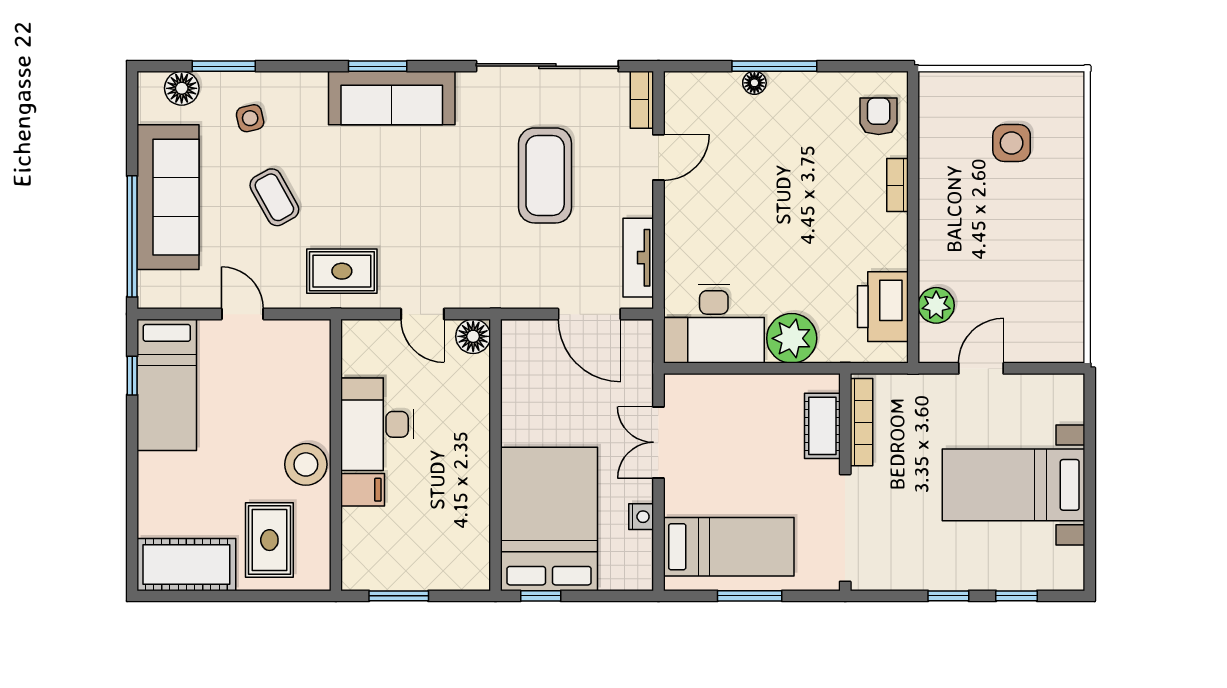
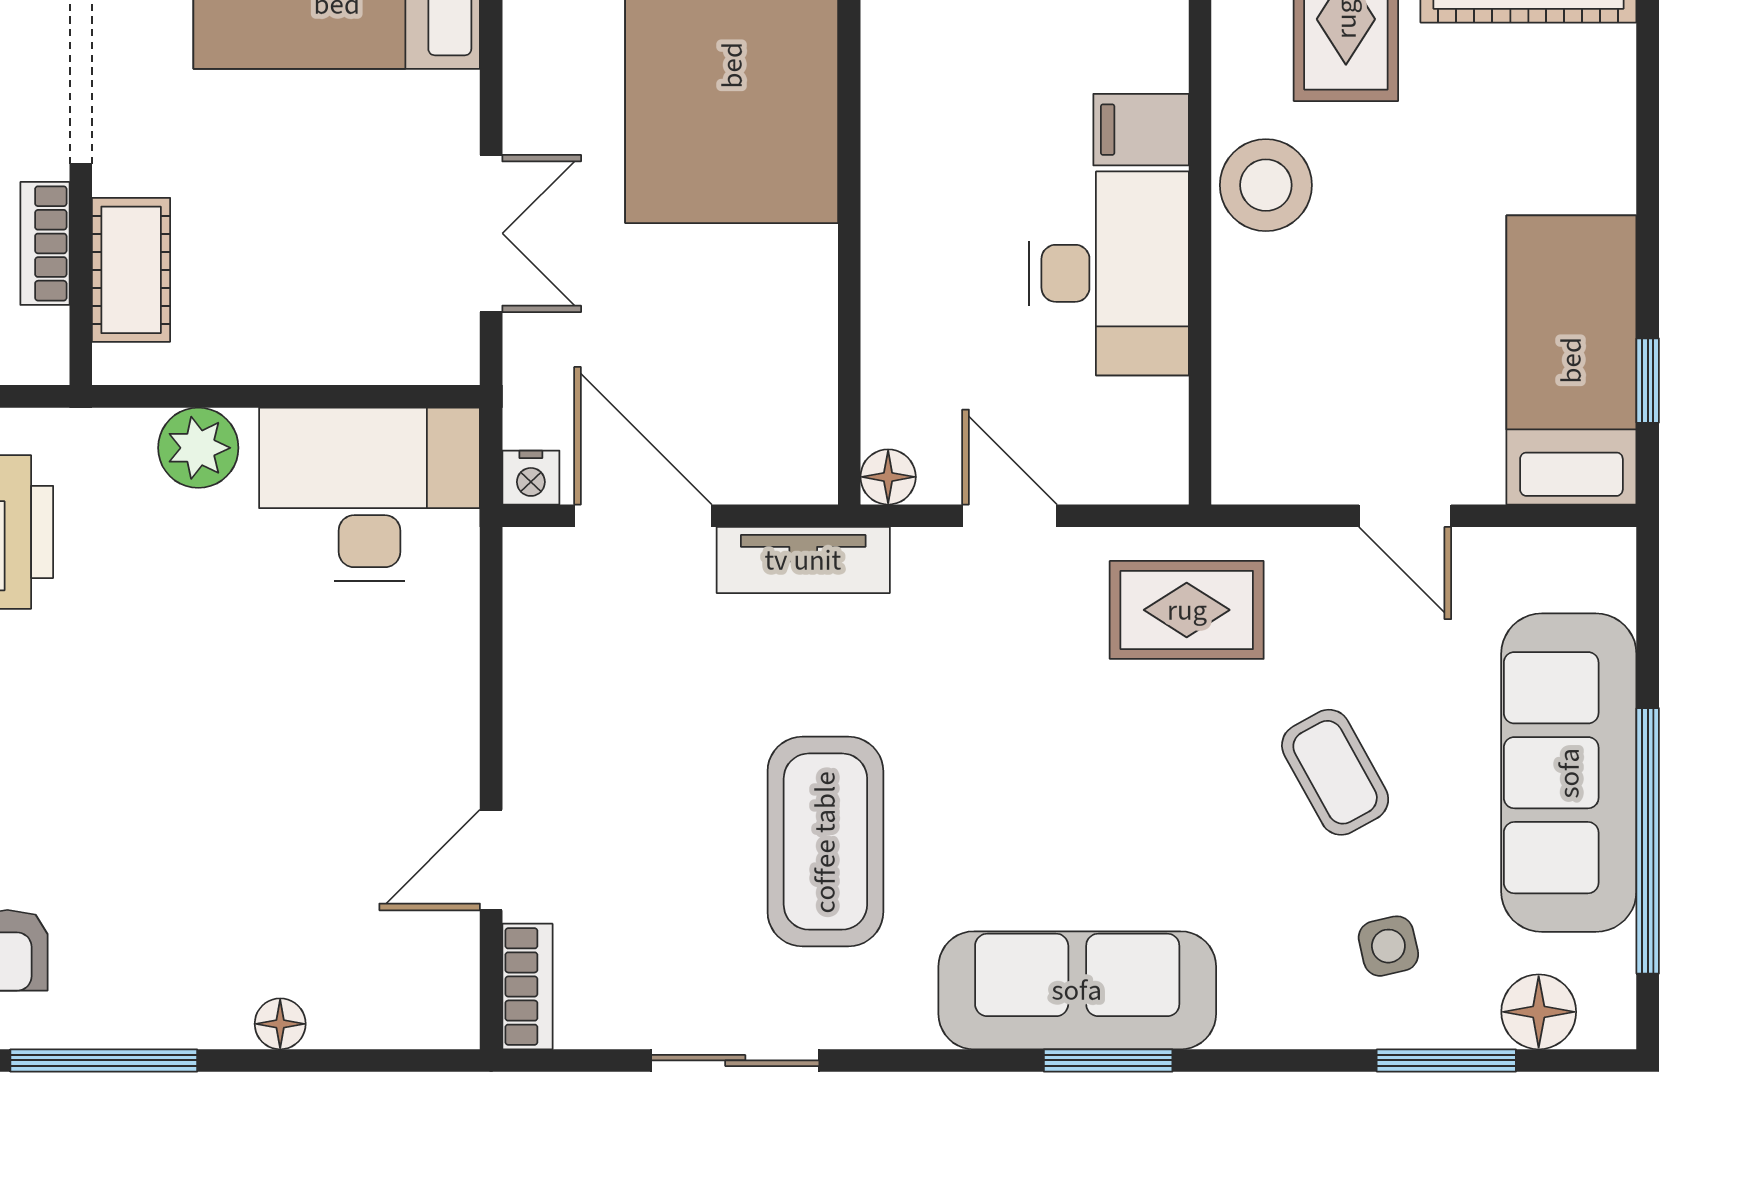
sliding door: (547, 66) -> (735, 1060), width x0.54
window: (774, 66) -> (104, 1060), moved
coffee table: (545, 175) -> (825, 842), moved
window: (132, 236) -> (1648, 841), moved
tv unit: (638, 258) -> (803, 560), moved, turned 90
floor lamp: (473, 336) -> (888, 477), width x0.73, depth x0.73
plant: (792, 338) -> (198, 448), width x0.73, depth x0.73
bookcase: (861, 422) -> (45, 243), width x0.64
nightstand: (641, 517) -> (531, 478), moved, turned -90

